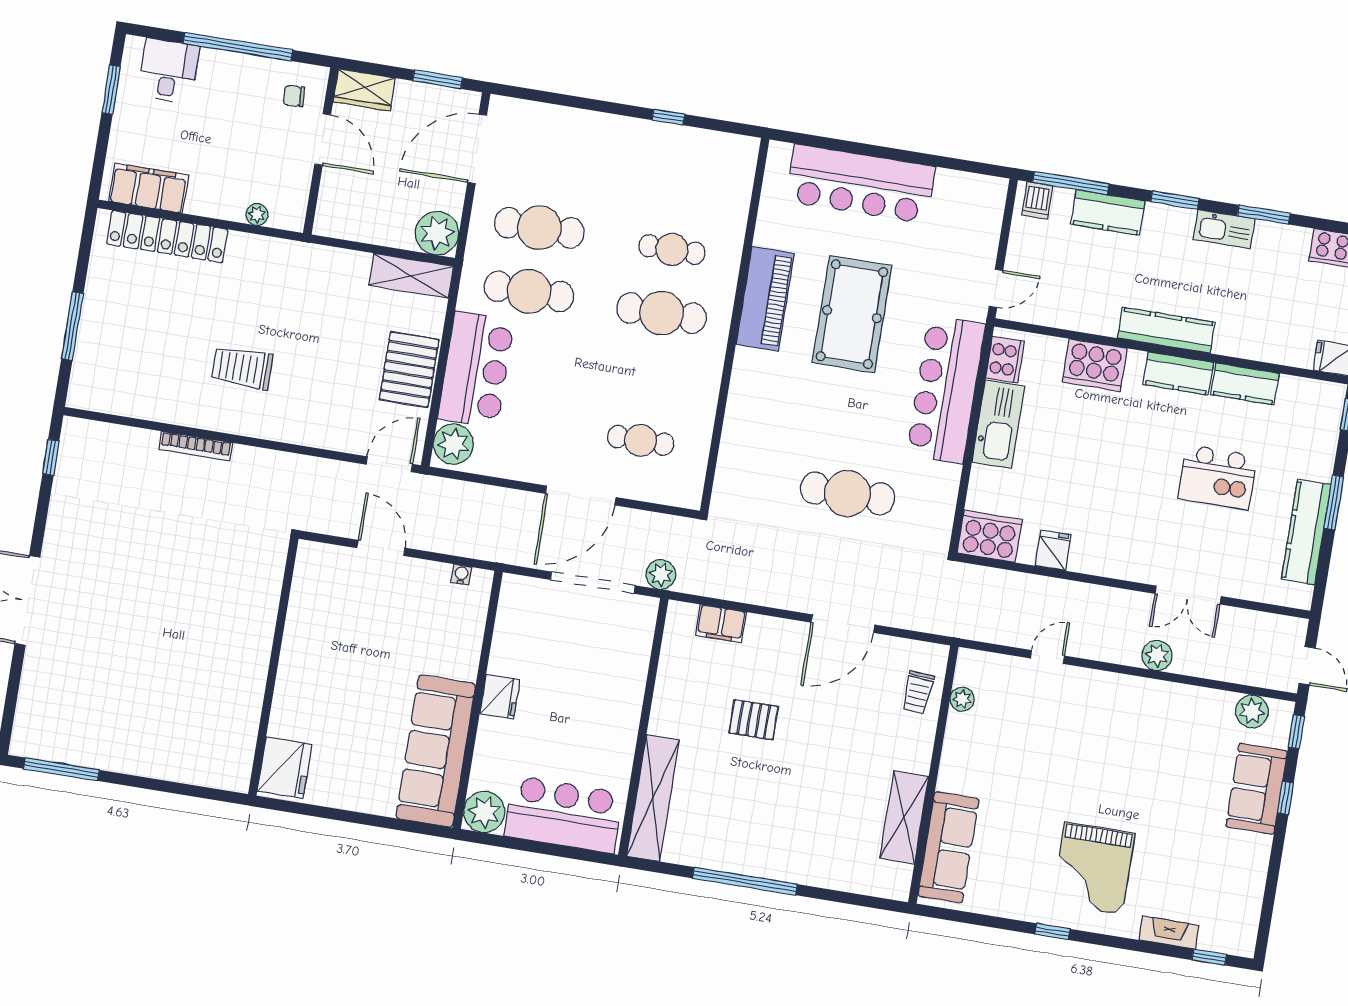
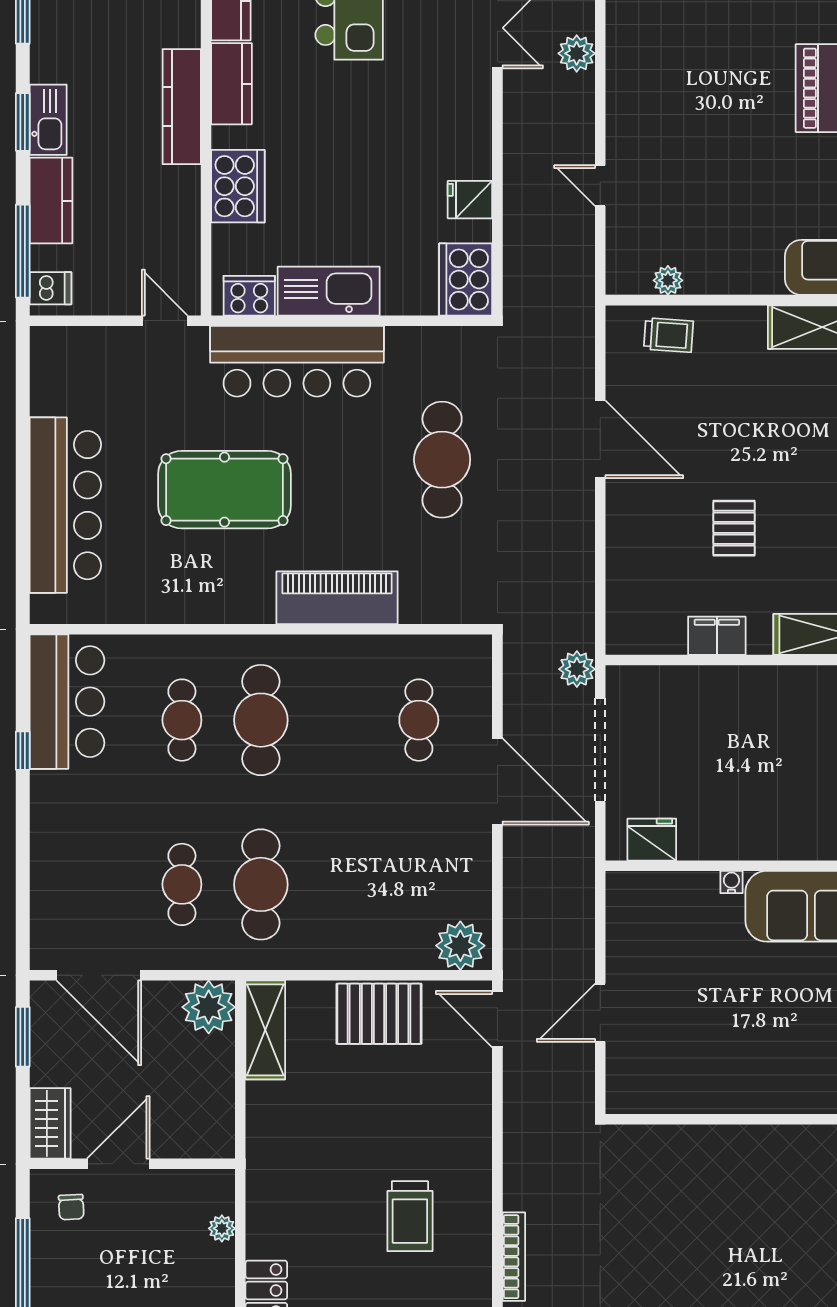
cafe table: (539, 228) -> (182, 884), width x0.73, depth x0.74
kitchen sink: (1224, 229) -> (48, 120), moved
piano: (765, 299) -> (337, 598), moved
bar counter: (476, 370) -> (67, 702), moved, turned 90
water cooler: (461, 575) -> (731, 882), moved, turned 90
filing cabinet: (721, 624) -> (717, 636), moved, turned -90
fridge: (500, 697) -> (652, 840), moved

